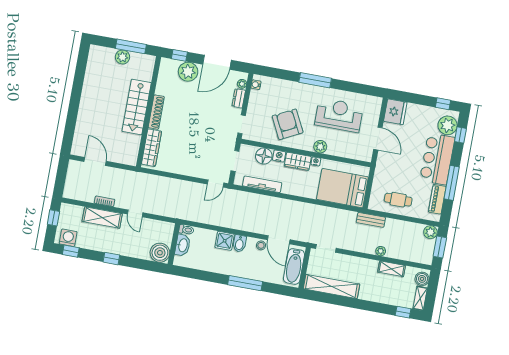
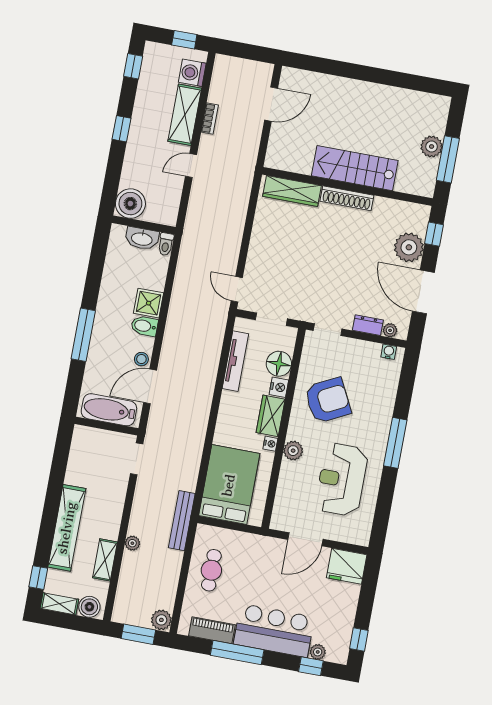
reception desk: (339, 115) -> (342, 480), turned 180
plant: (448, 125) -> (318, 652), width x0.53, depth x0.53
bench: (371, 220) -> (182, 521), width x1.36
washing machine: (68, 238) -> (192, 73), moved, turned 180
shelving: (331, 286) -> (67, 528), moved

